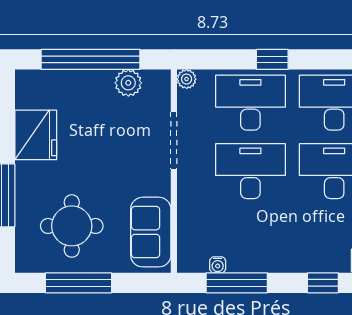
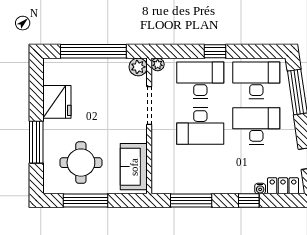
plant: (128, 83) -> (138, 67), moved
desk: (250, 171) -> (200, 126), turned 180
water cooler: (218, 265) -> (260, 189), moved

